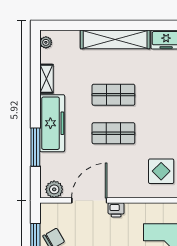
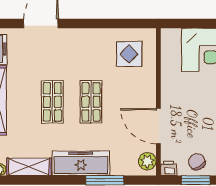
shelving: (46, 79) -> (29, 167), width x1.50, depth x1.33
printer: (116, 210) -> (169, 168), moved, turned -90

